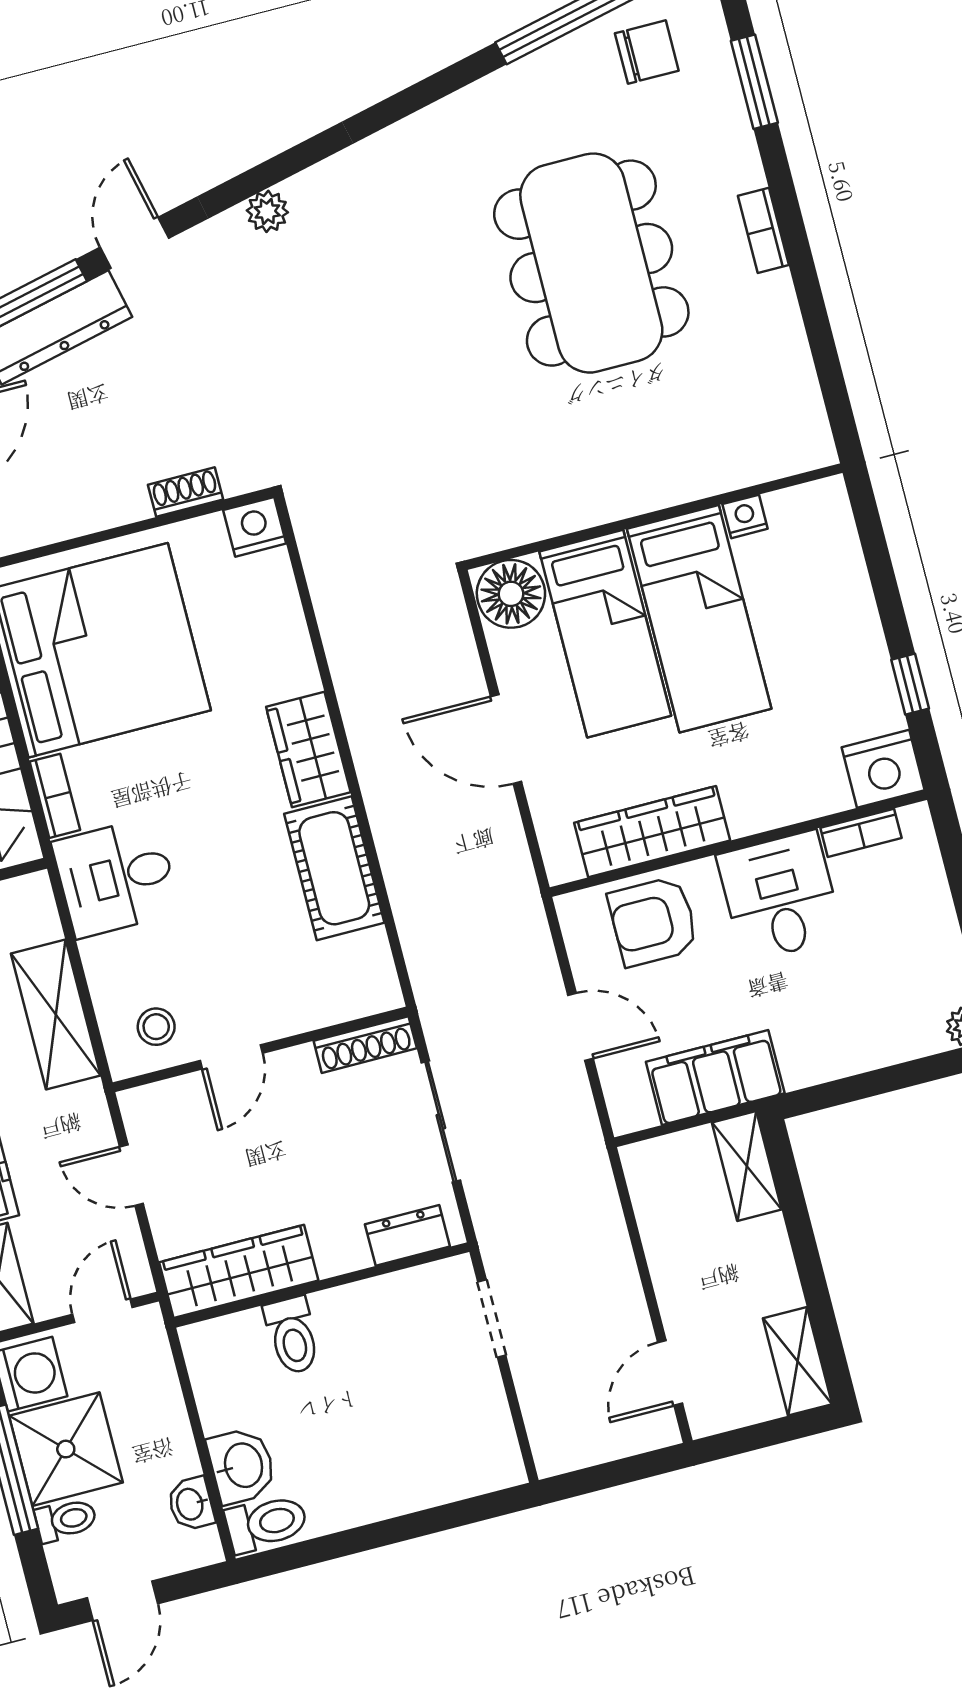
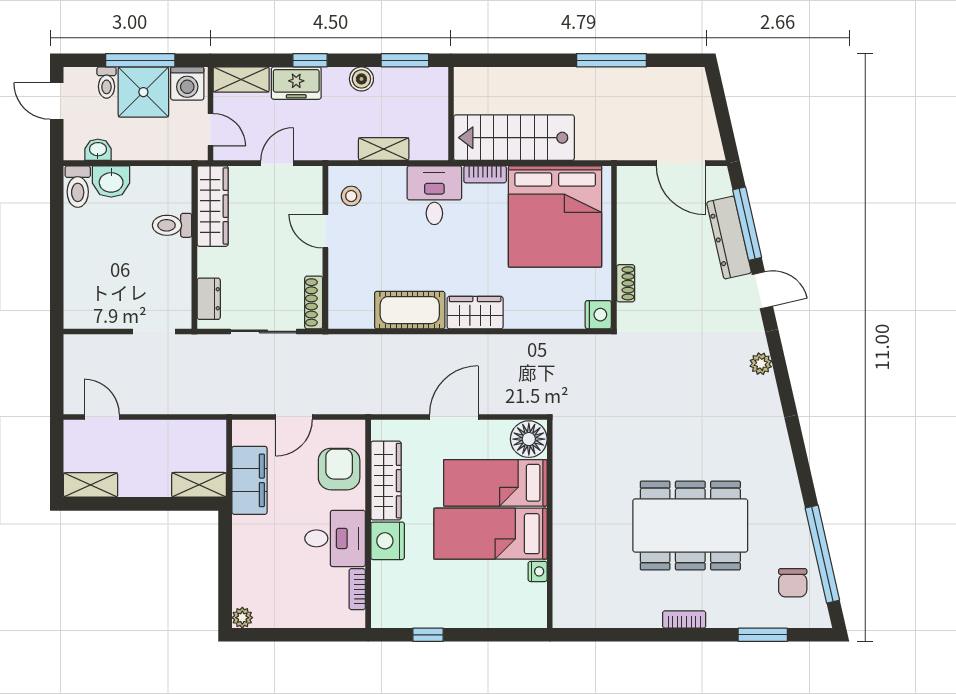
nightstand: (883, 769) -> (388, 541), moved
shelving: (56, 1014) -> (384, 149), width x0.67, depth x0.75

